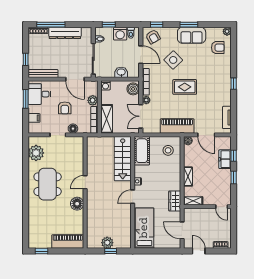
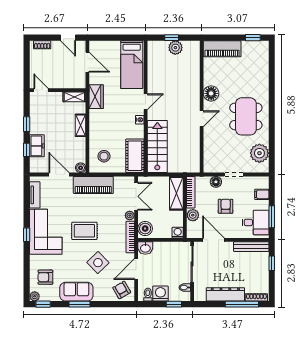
window: (157, 25) -> (43, 304), moved
door: (141, 55) -> (136, 269), hinge flipped
washbasin: (121, 72) -> (145, 248), moved
corner sofa: (217, 86) -> (46, 232), added

